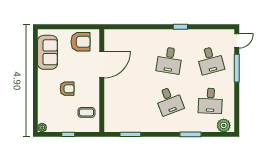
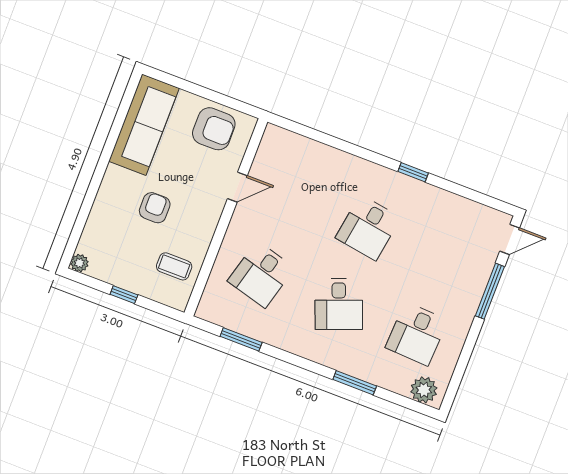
sofa: (48, 52) -> (144, 125), width x1.36
desk: (210, 60) -> (261, 274), moved, turned 30
door: (102, 65) -> (237, 187), width x0.53
armchair: (67, 89) -> (155, 208), turned -90

